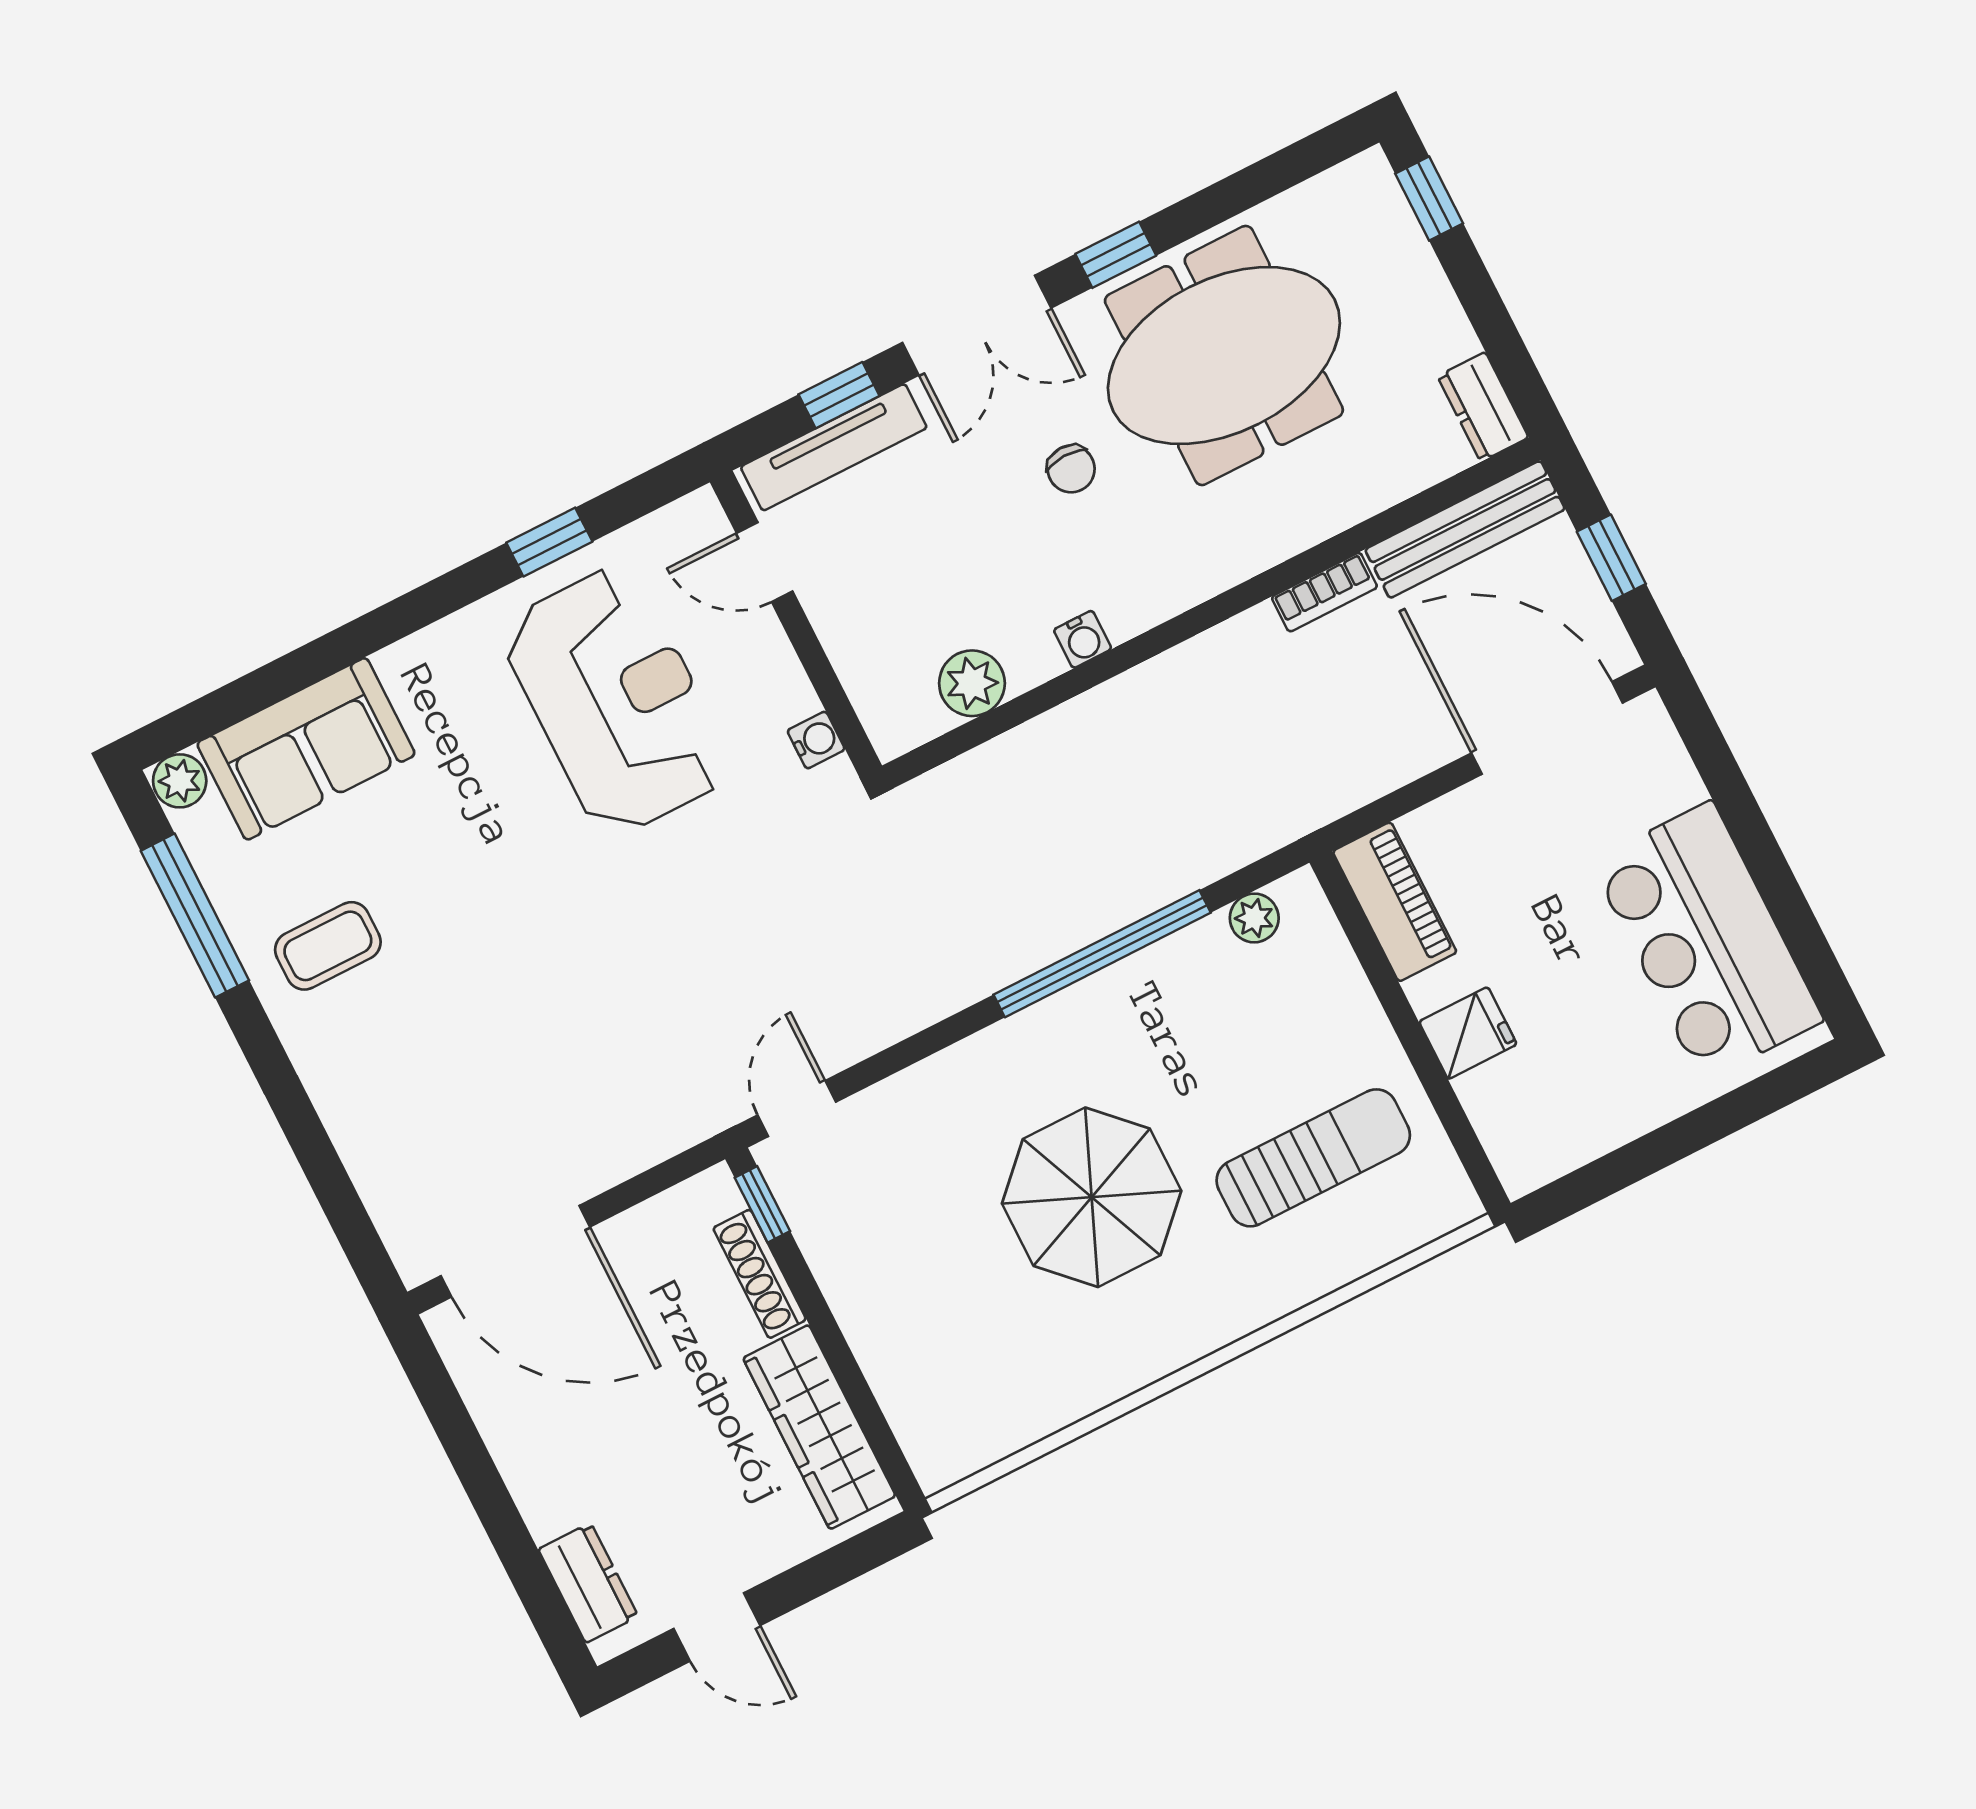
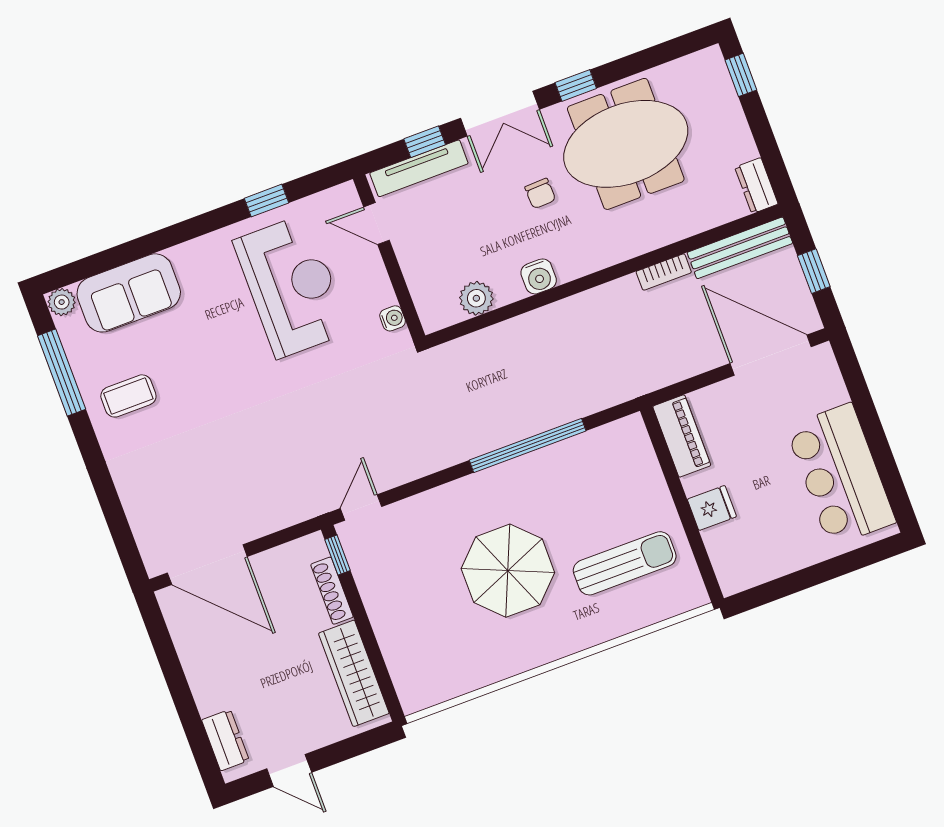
water cooler: (1083, 639) -> (539, 276), width x1.38, depth x1.38
plant: (1254, 918) -> (608, 436), removed

